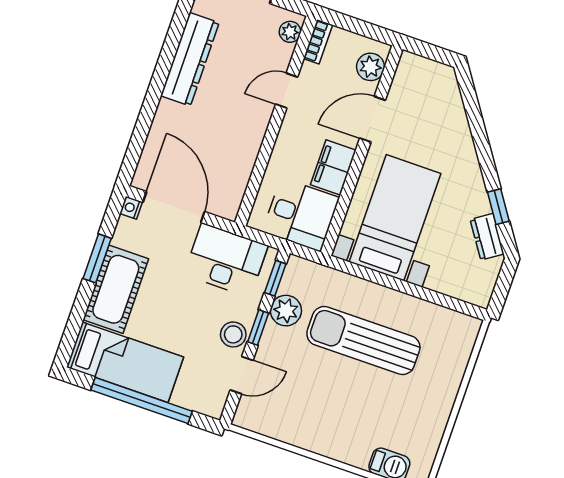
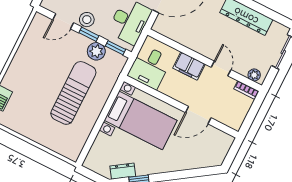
plant: (370, 67) -> (228, 118), removed
door: (373, 119) -> (198, 115), swing flipped
filing cabinet: (333, 168) -> (189, 66), moved, turned 180
door: (242, 375) -> (63, 21), hinge flipped

